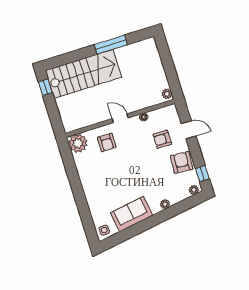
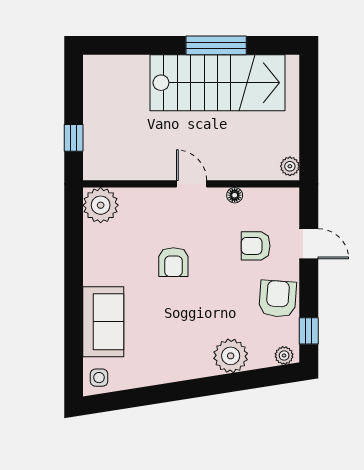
stairs: (83, 74) -> (217, 83), moved
window: (45, 87) -> (74, 138), moved
armchair: (107, 142) -> (173, 262), moved
plant: (165, 204) -> (231, 356), width x1.88, depth x1.88
sofa: (132, 214) -> (103, 322), moved, turned 99

